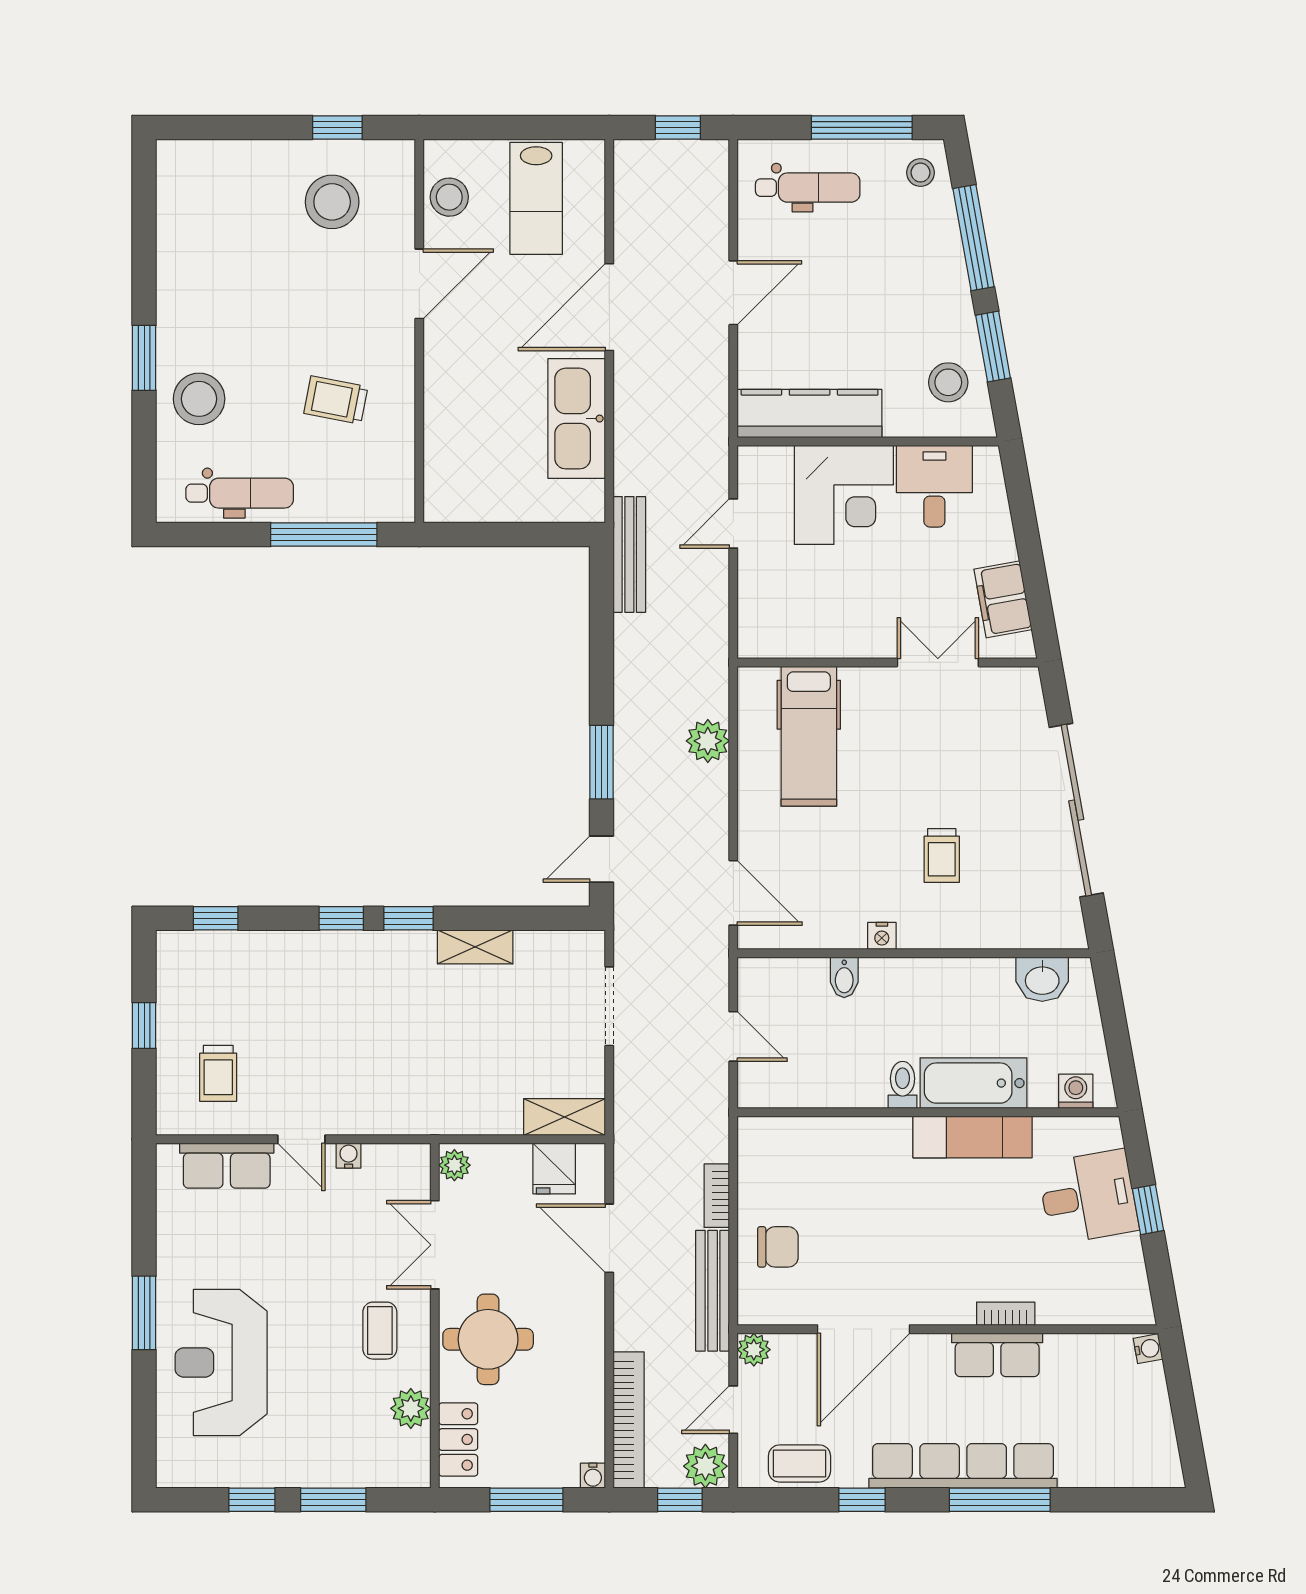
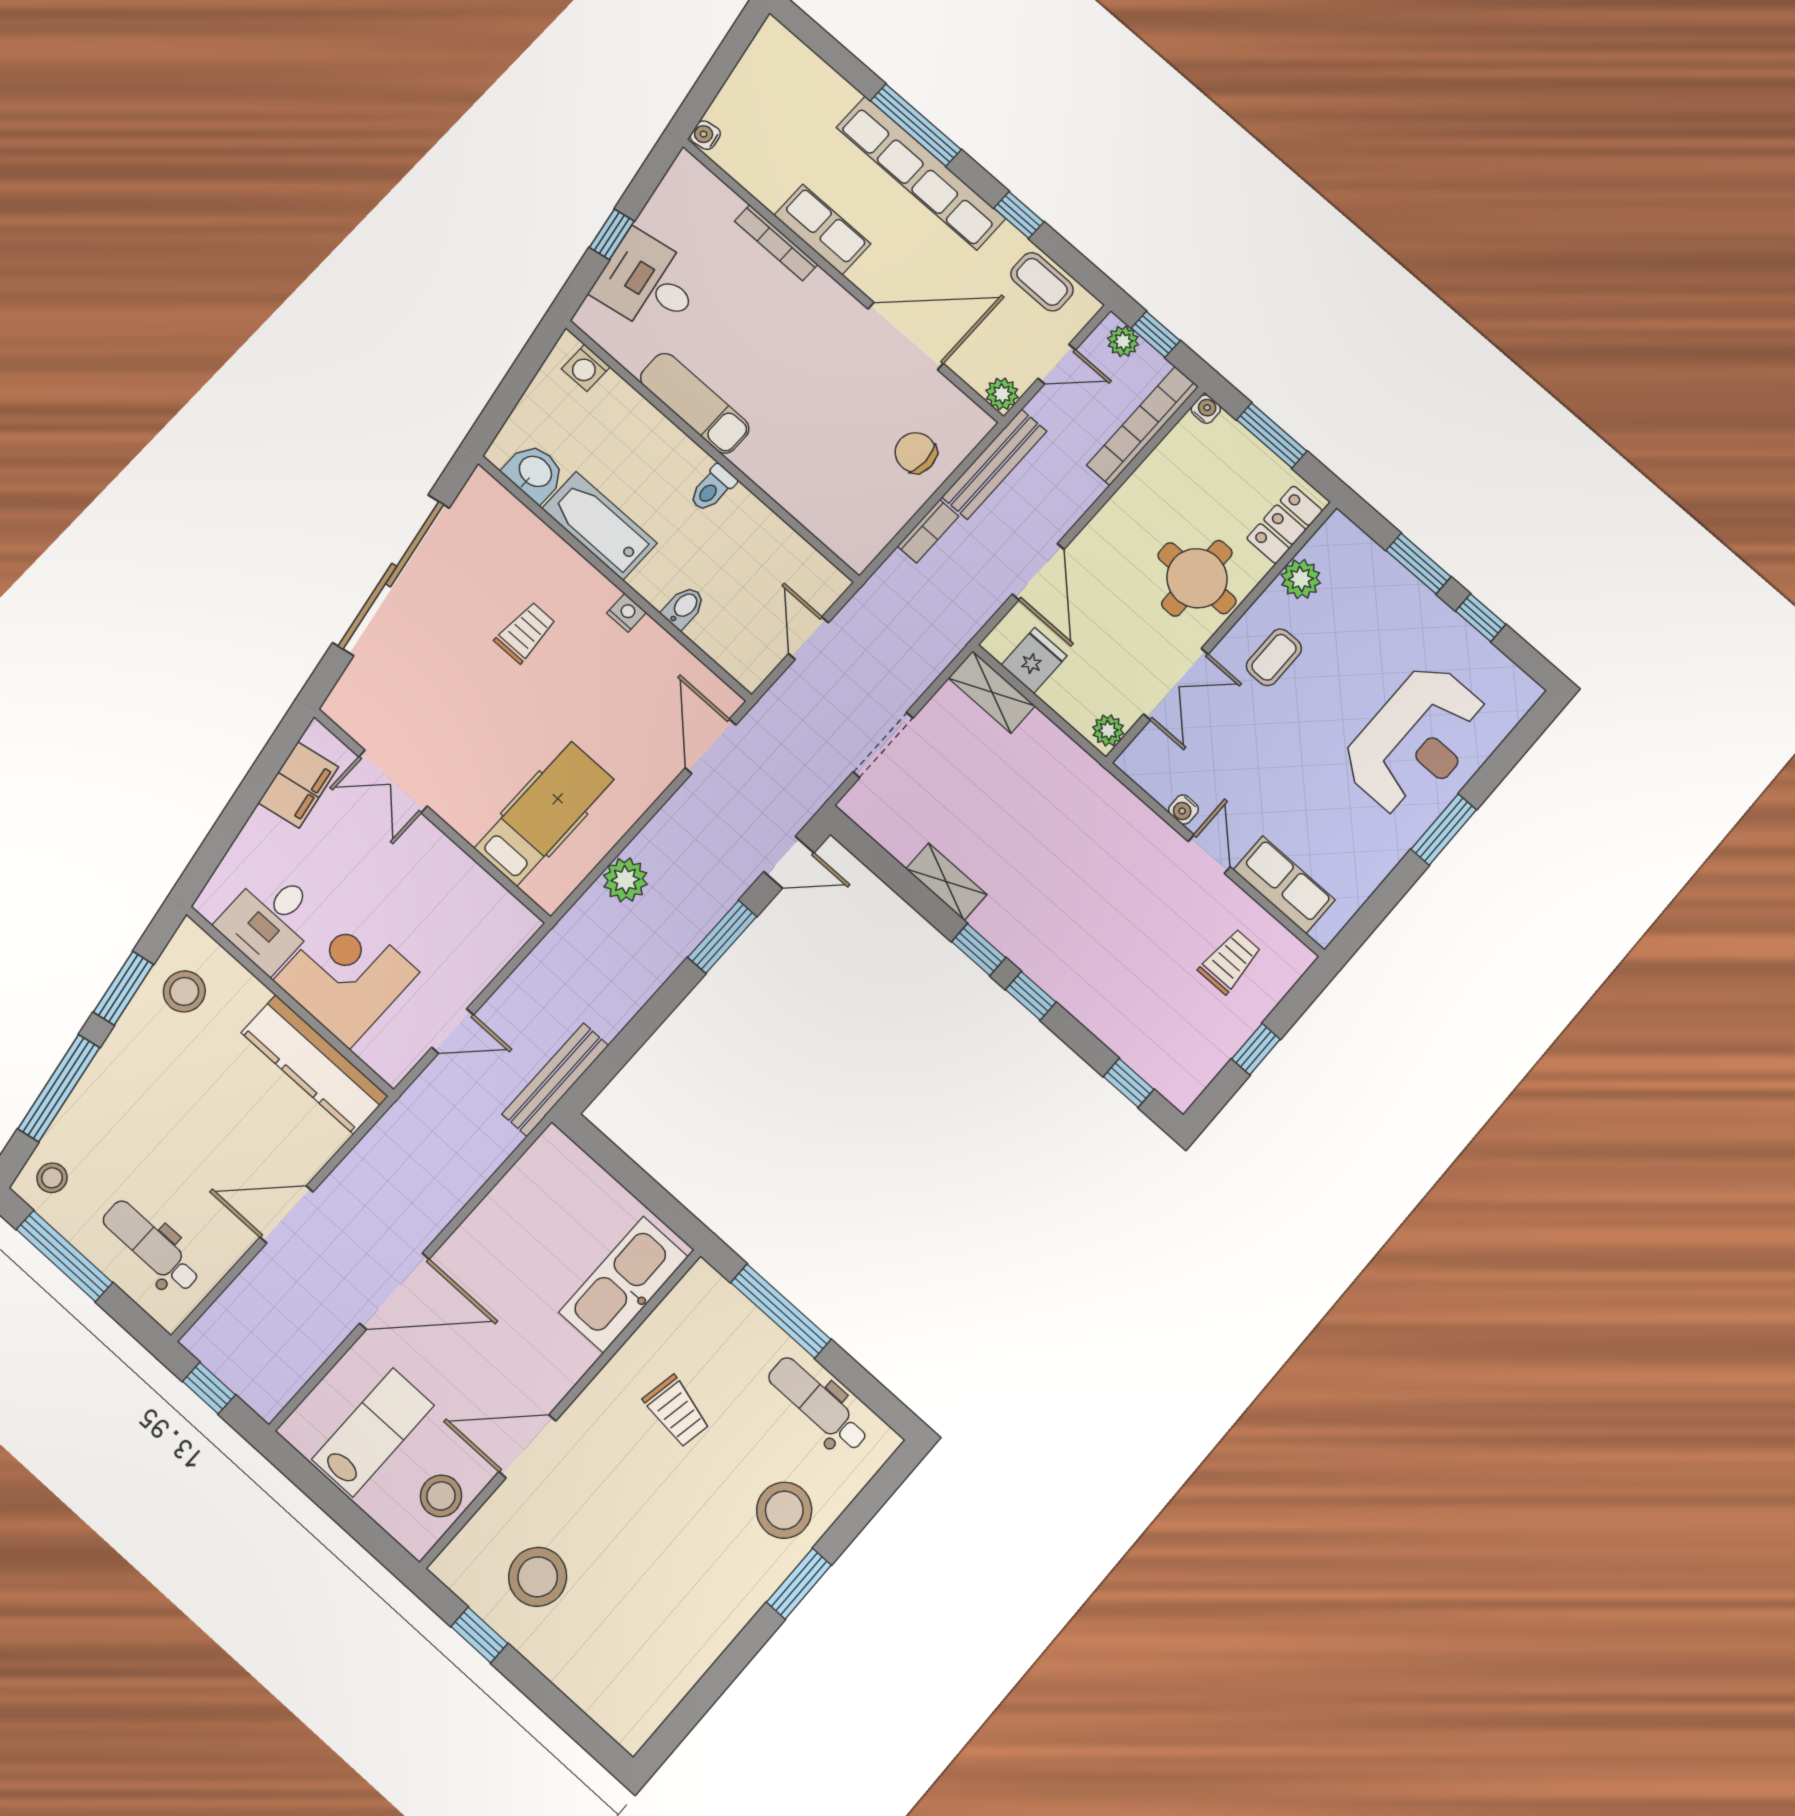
kitchen sink: (577, 419) -> (624, 1284), moved, turned 180
bathtub: (973, 1083) -> (599, 526), moved, turned 180
bookcase: (1006, 1314) -> (776, 243), width x1.56
plant: (705, 1466) -> (1123, 341), width x0.73, depth x0.73

